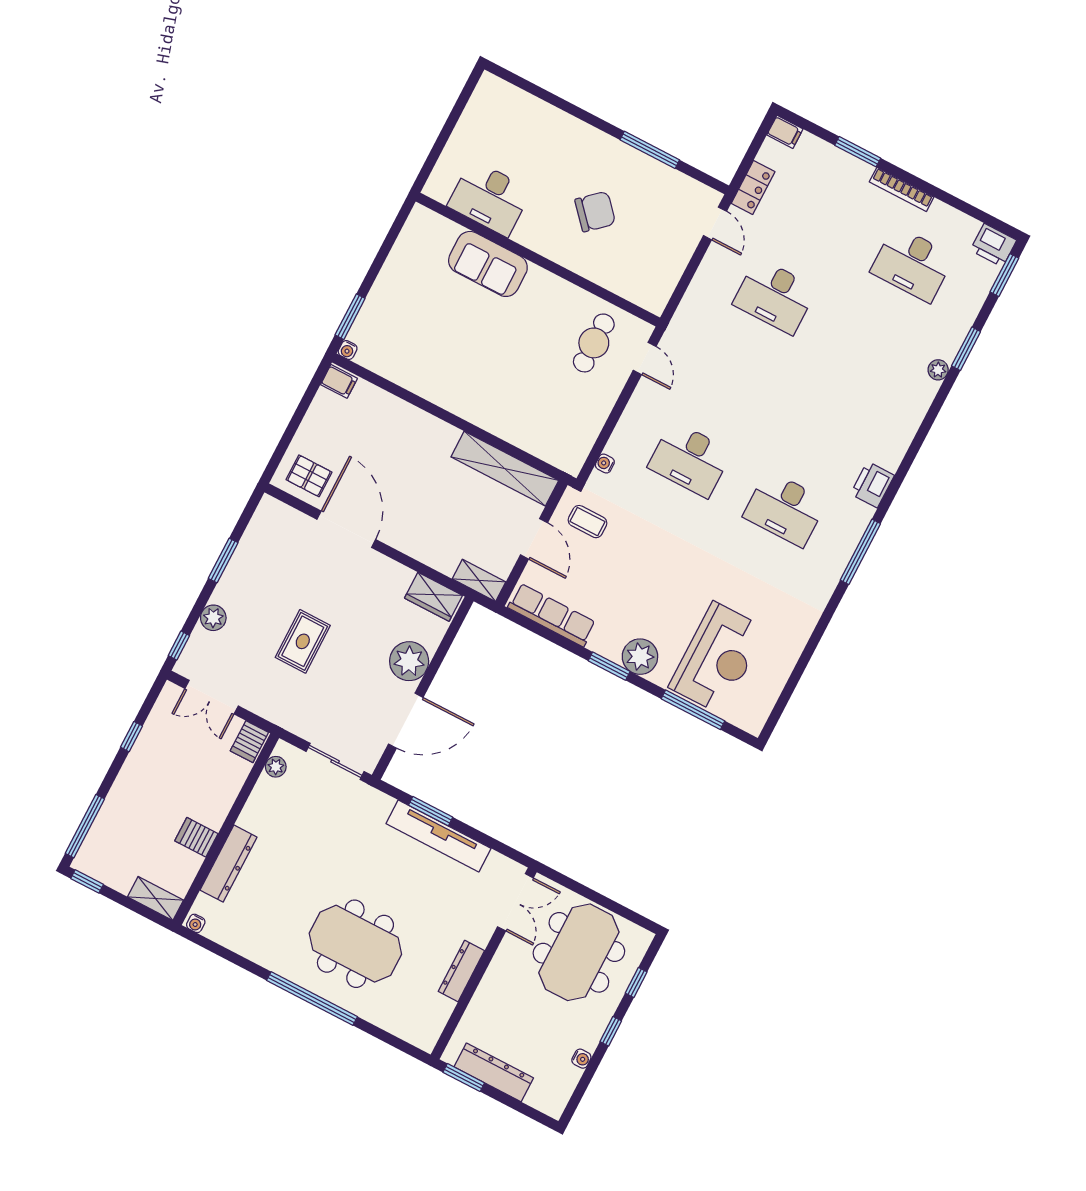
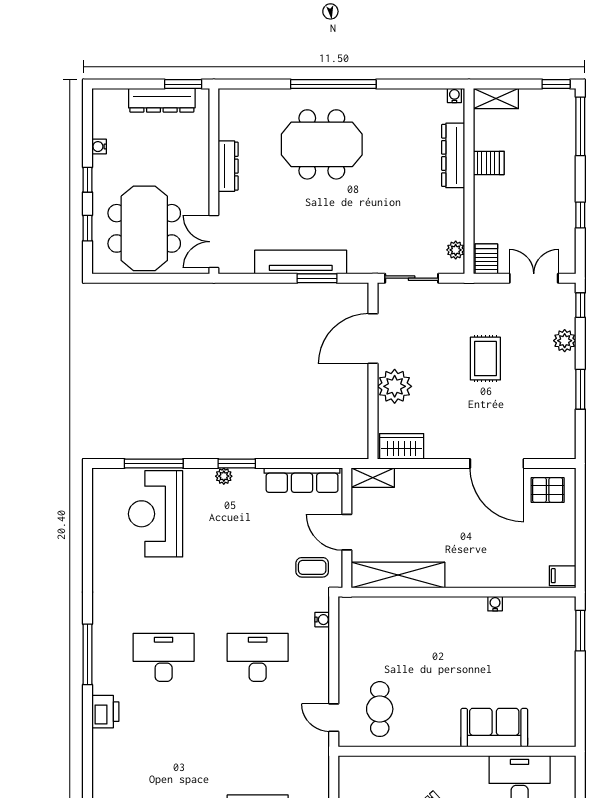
water cooler: (348, 350) -> (495, 604), moved
plant: (640, 657) -> (224, 476), width x0.53, depth x0.53

